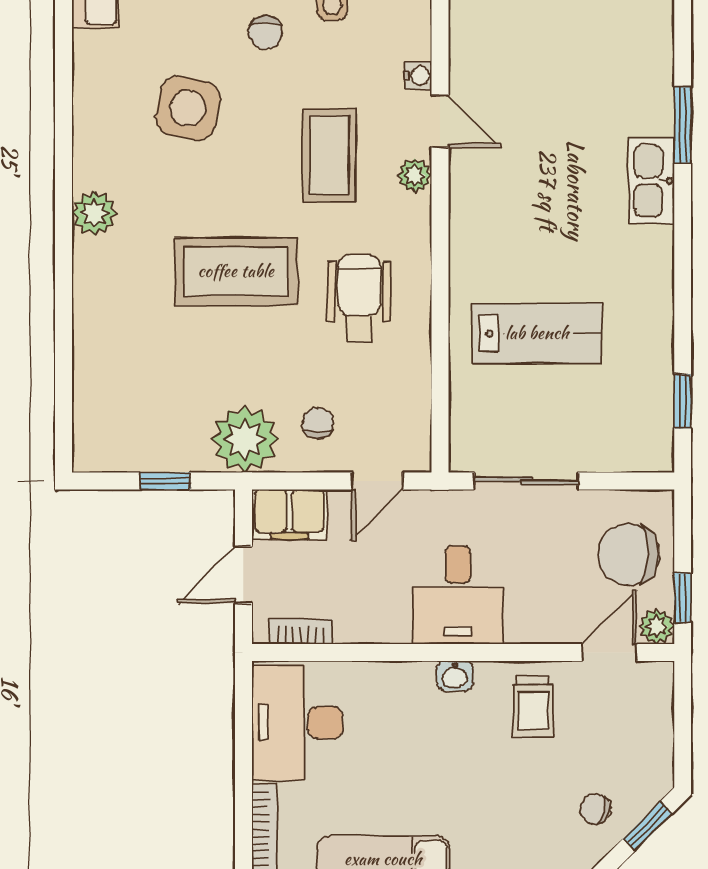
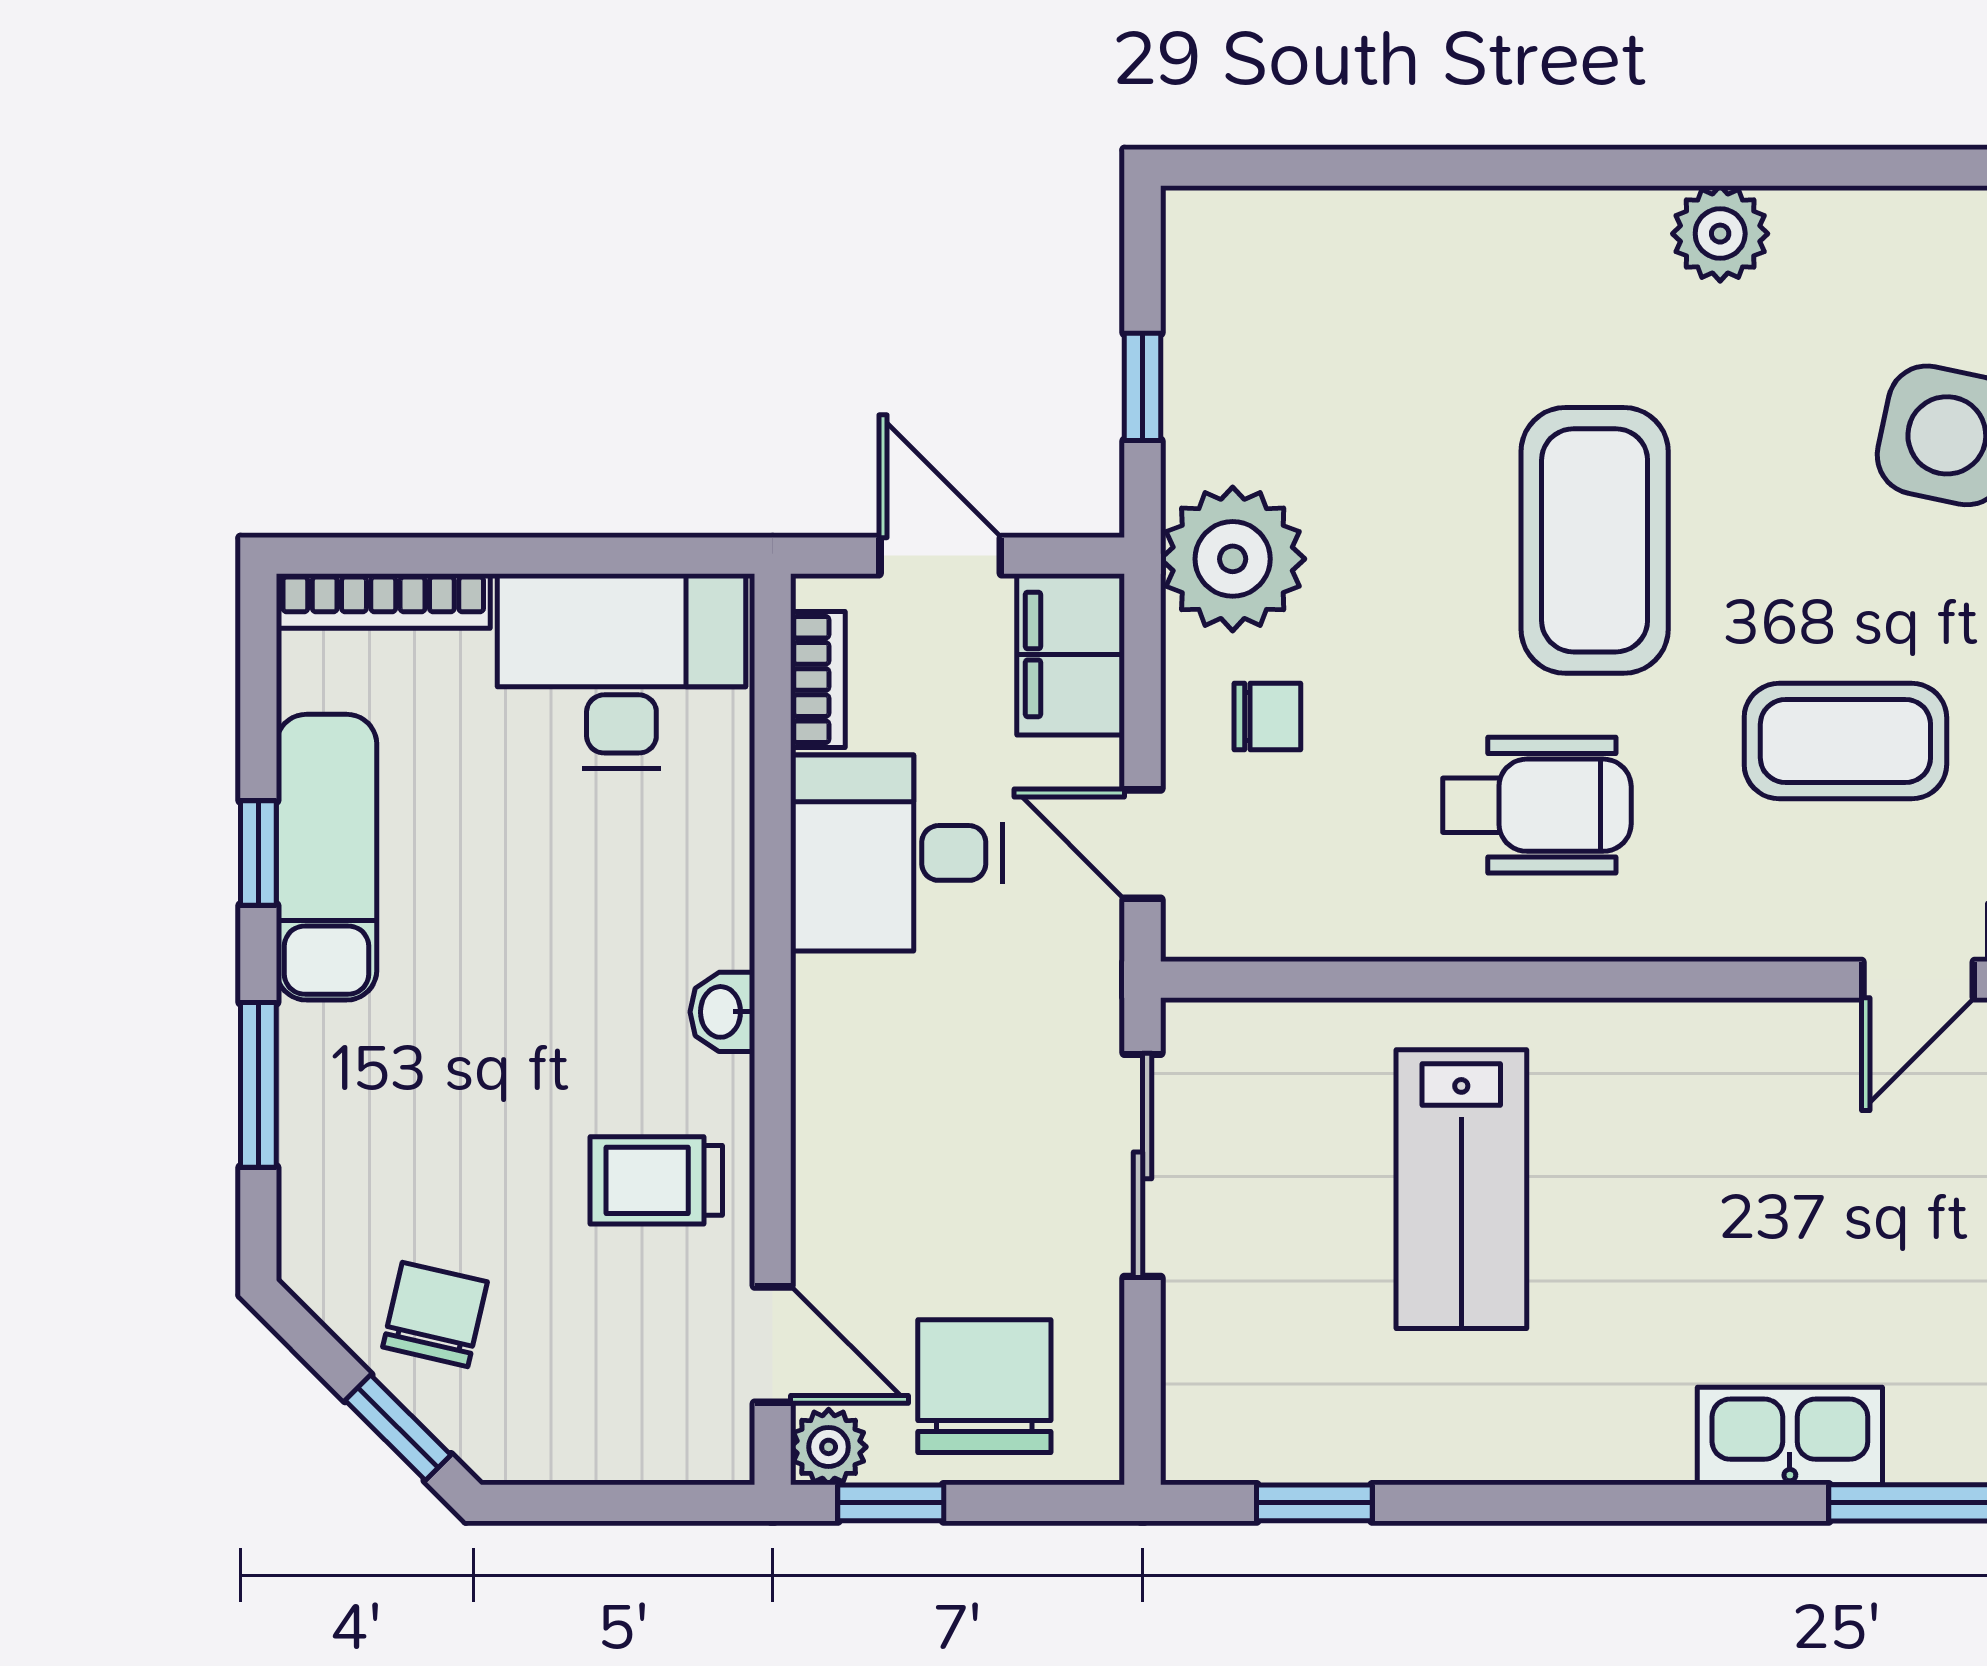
plant: (415, 175) -> (1801, 925), removed
desk: (458, 595) -> (897, 853), moved
chair: (595, 809) -> (435, 1314), width x1.37, depth x1.37

